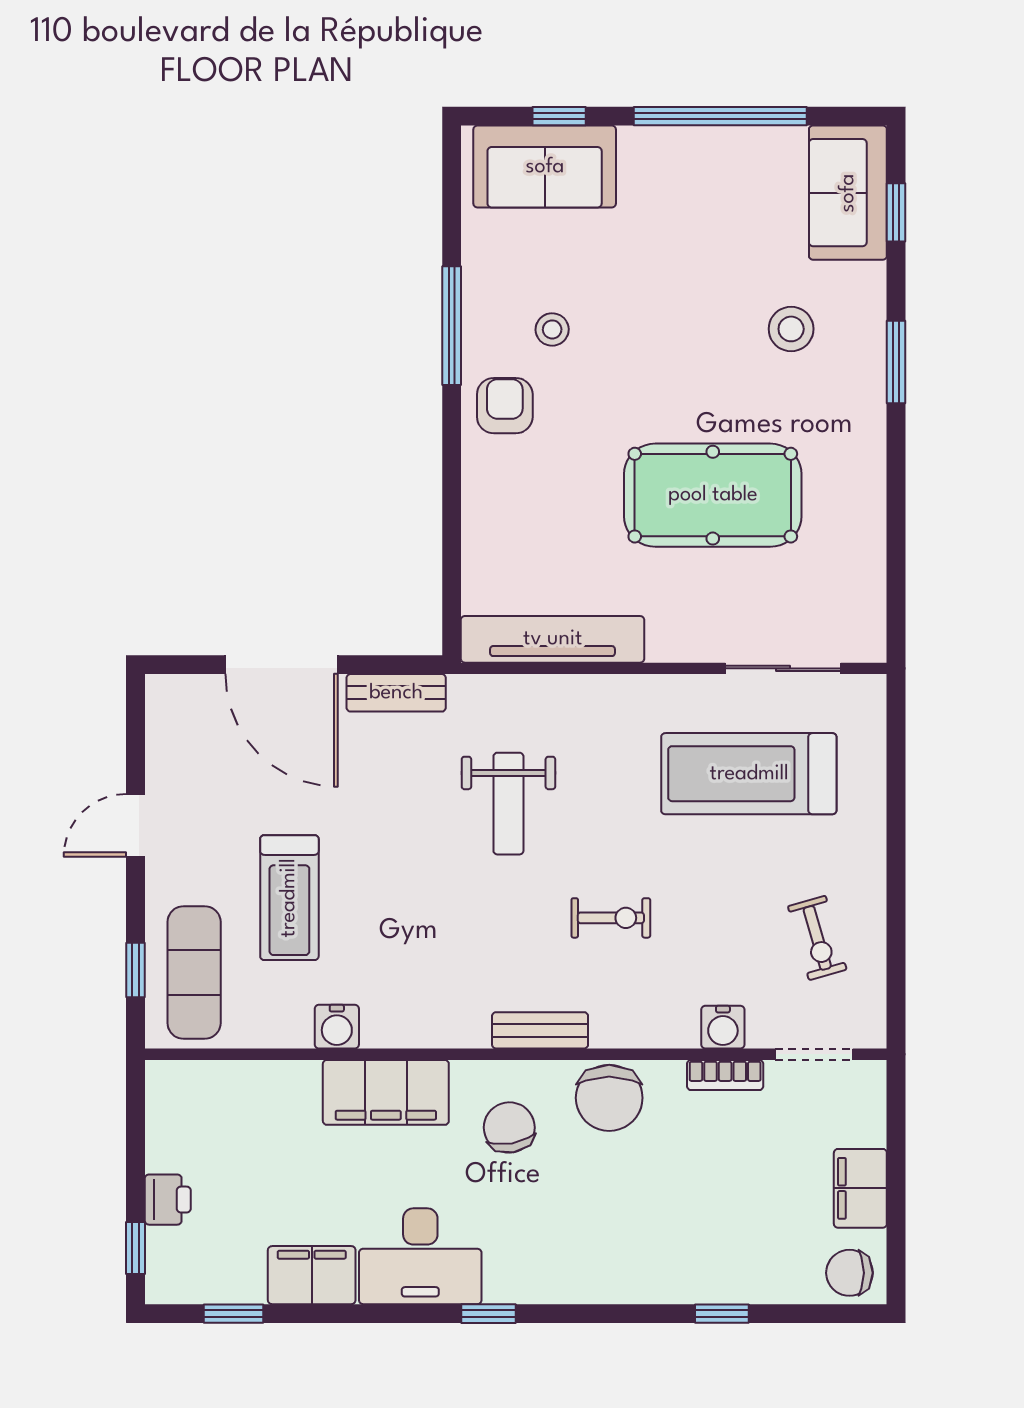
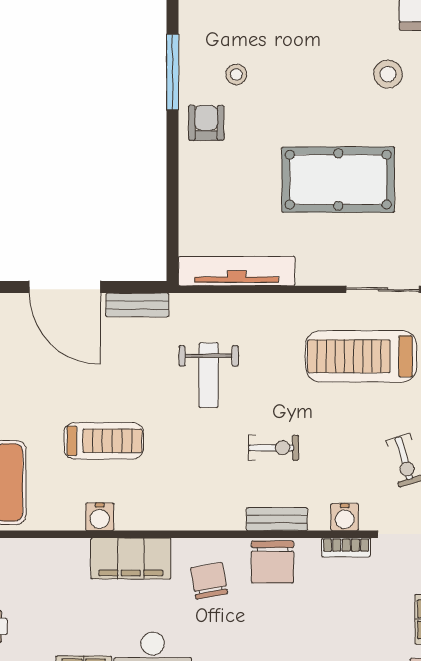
treadmill: (289, 898) -> (104, 441), moved, turned -90
bench: (540, 1030) -> (277, 519), moved

